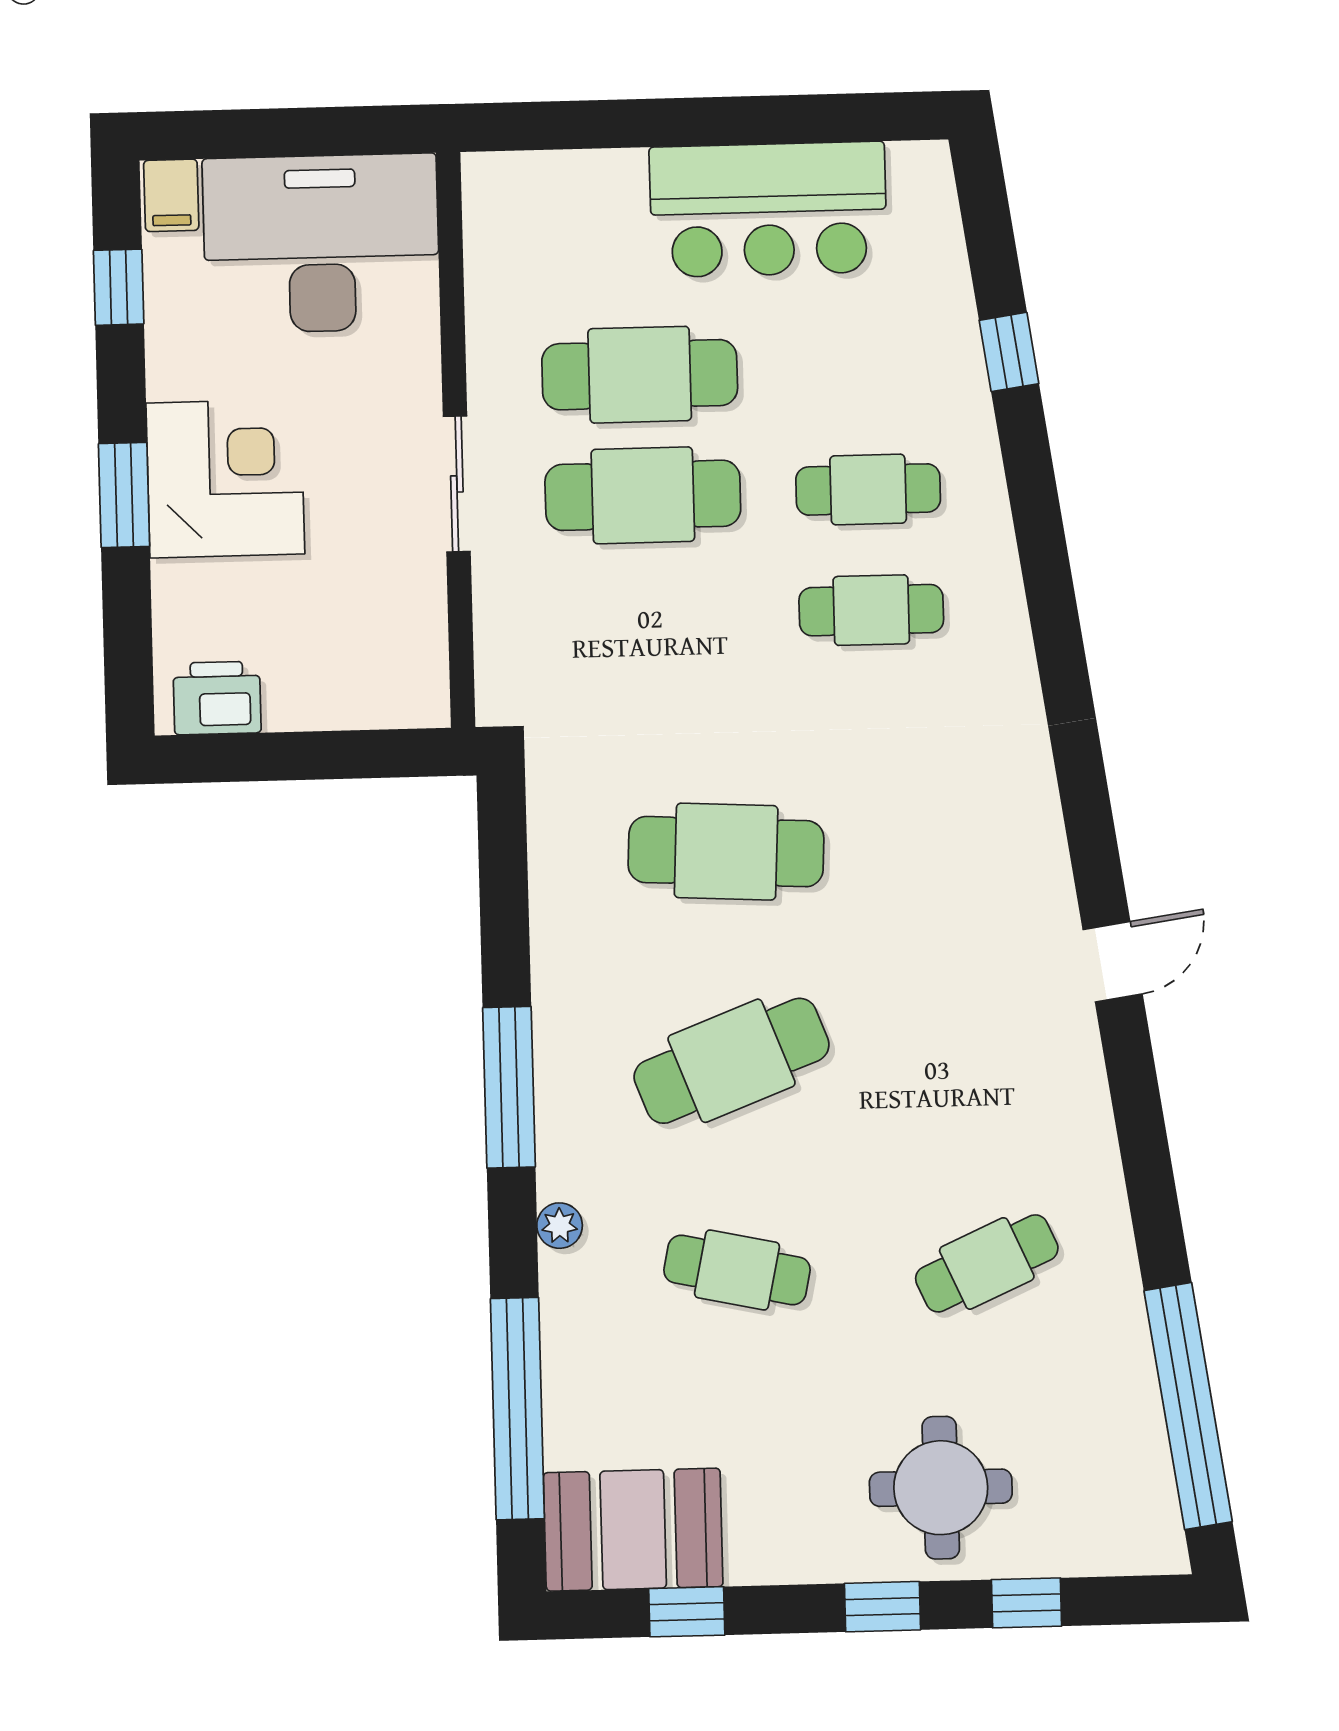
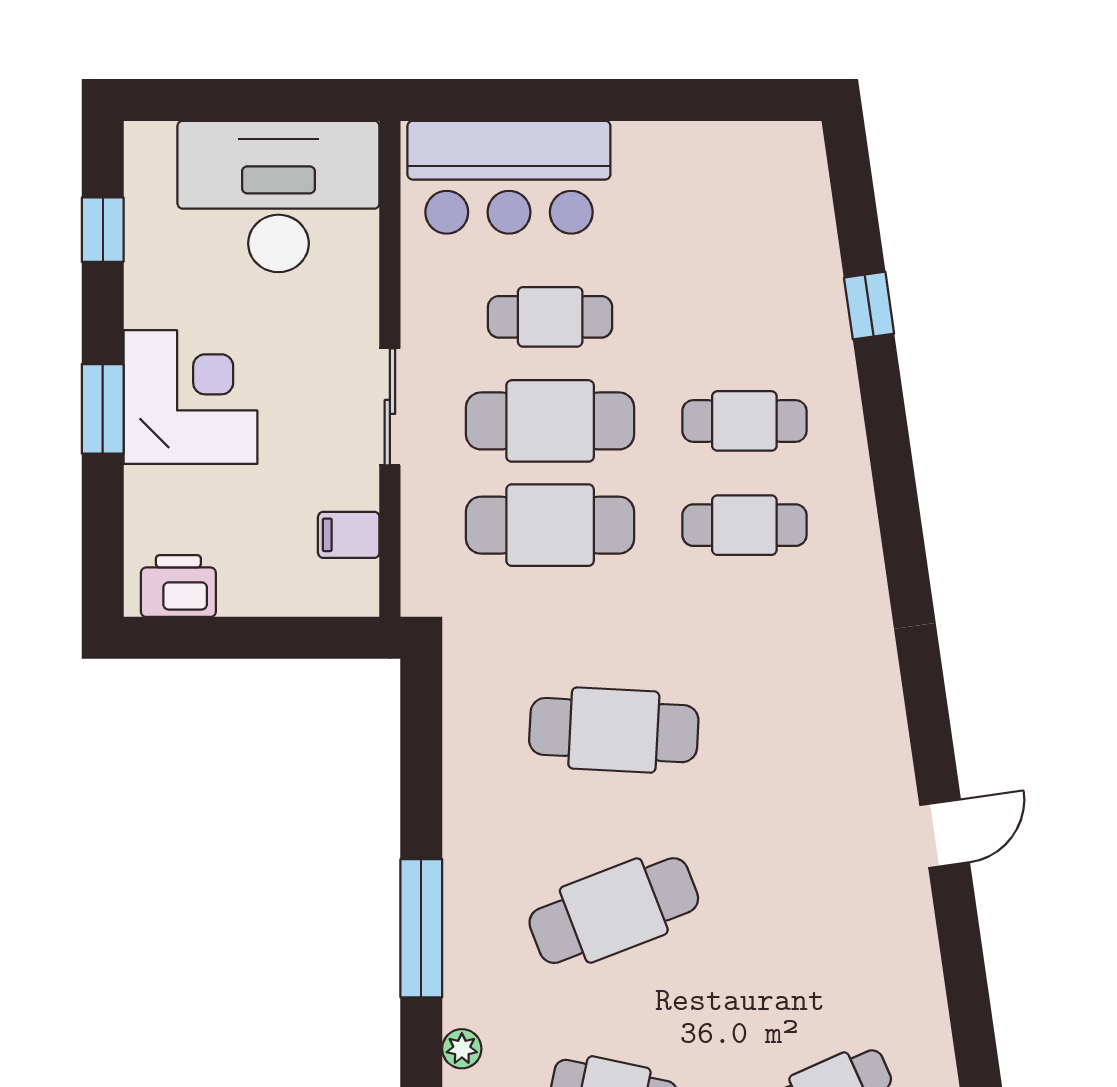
filing cabinet: (171, 195) -> (349, 535), moved, turned 90
bar counter: (768, 209) -> (509, 177), moved
cafe table: (640, 375) -> (550, 317), width x0.73, depth x0.74
cafe table: (646, 616) -> (550, 525), added

